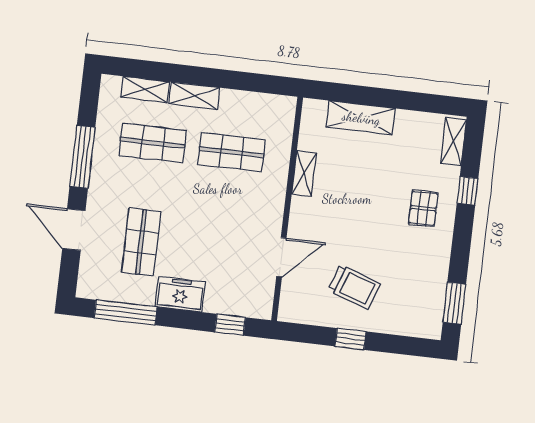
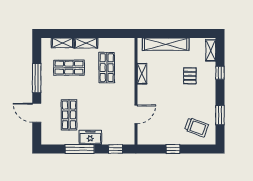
shelving: (361, 118) -> (166, 44), width x1.47
shop shelf: (231, 152) -> (107, 68), turned 90
pallet: (423, 208) -> (190, 76), moved
trolley: (354, 287) -> (196, 127), moved
window: (454, 303) -> (220, 115), moved
window: (126, 313) -> (80, 149), moved

